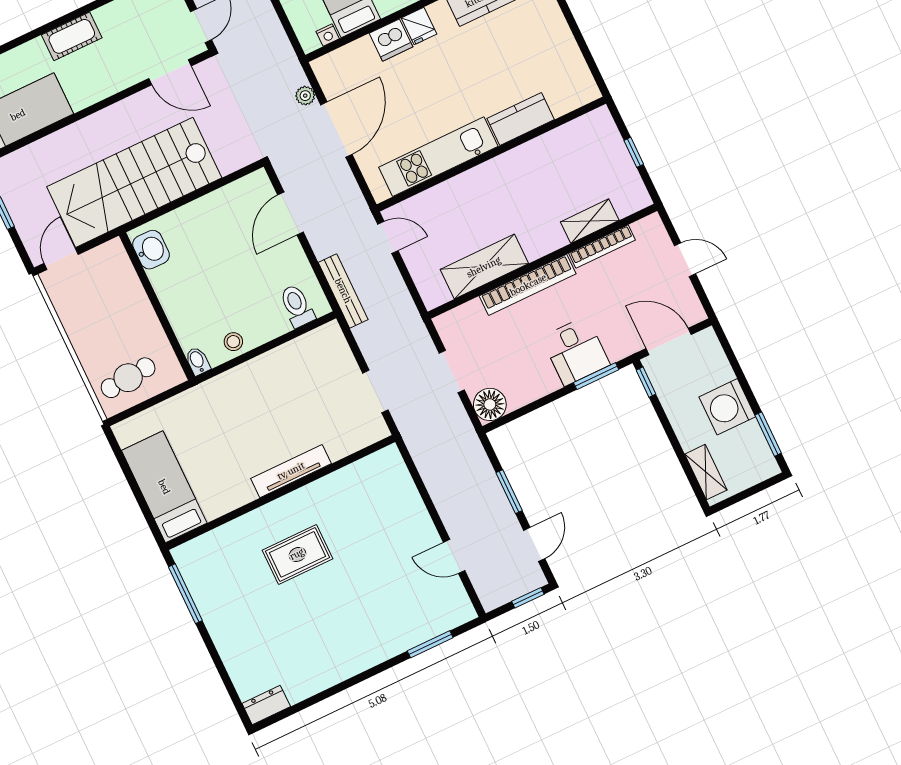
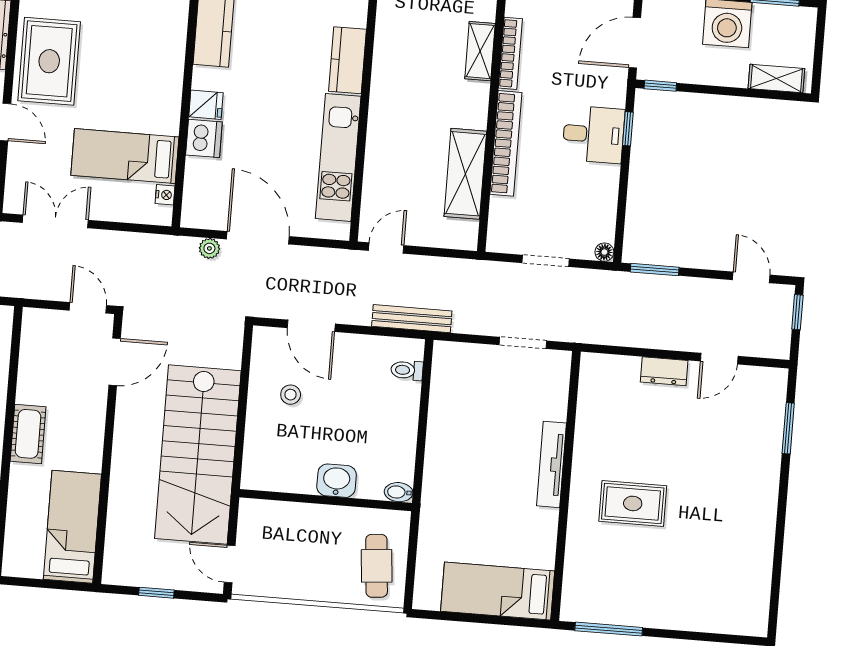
washbasin: (151, 250) -> (337, 481), moved
toilet: (297, 306) -> (407, 370), width x0.73, depth x0.72
stool: (233, 342) -> (291, 395), moved
window: (596, 376) -> (628, 129), width x0.67
floor lamp: (490, 404) -> (604, 252), width x0.53, depth x0.53
window: (509, 492) -> (655, 270), moved
rug: (297, 554) -> (633, 503), turned 90
dresser: (266, 705) -> (664, 371), moved, turned -90

